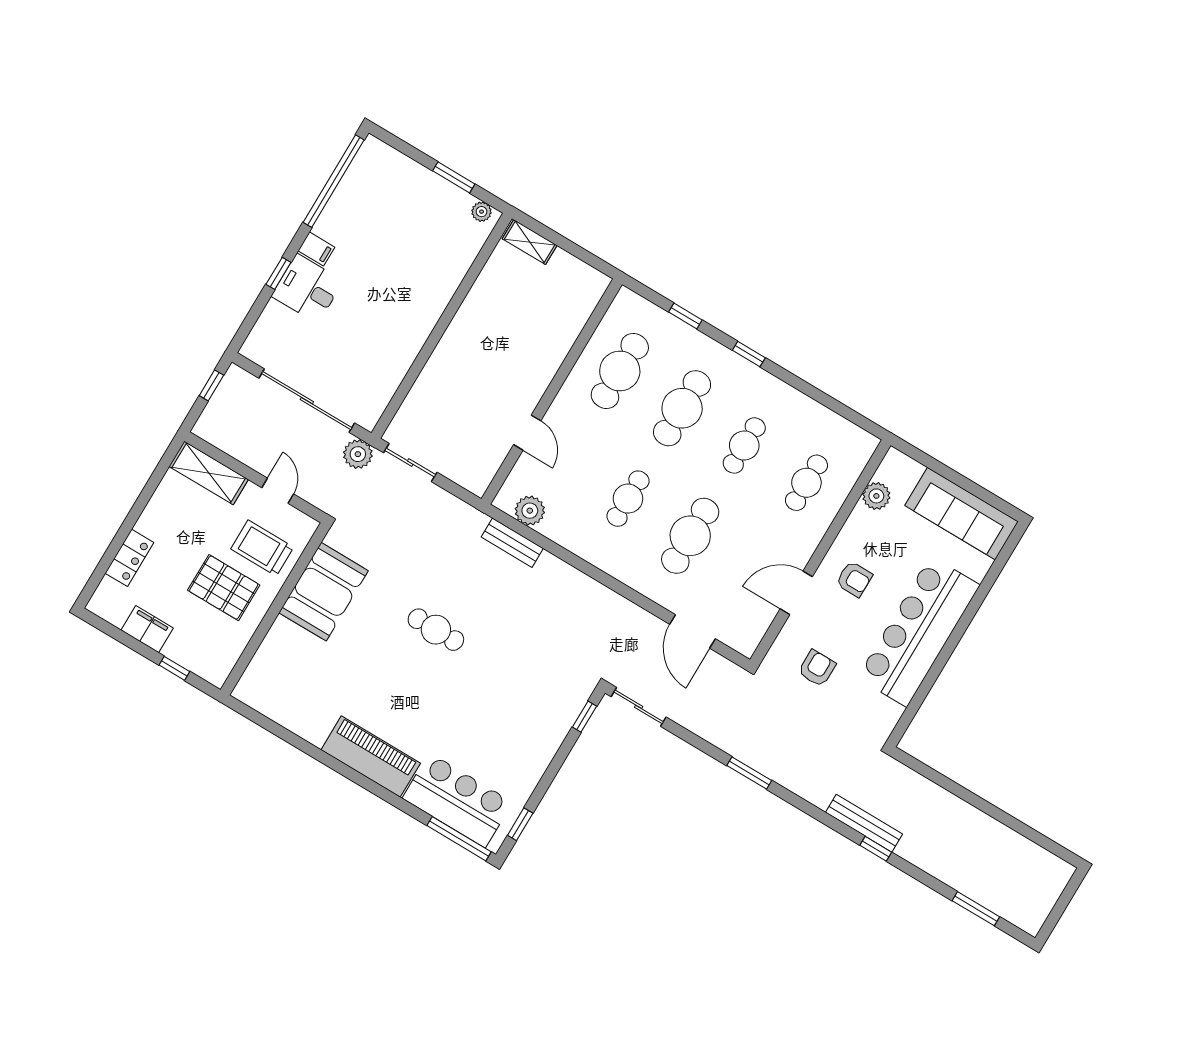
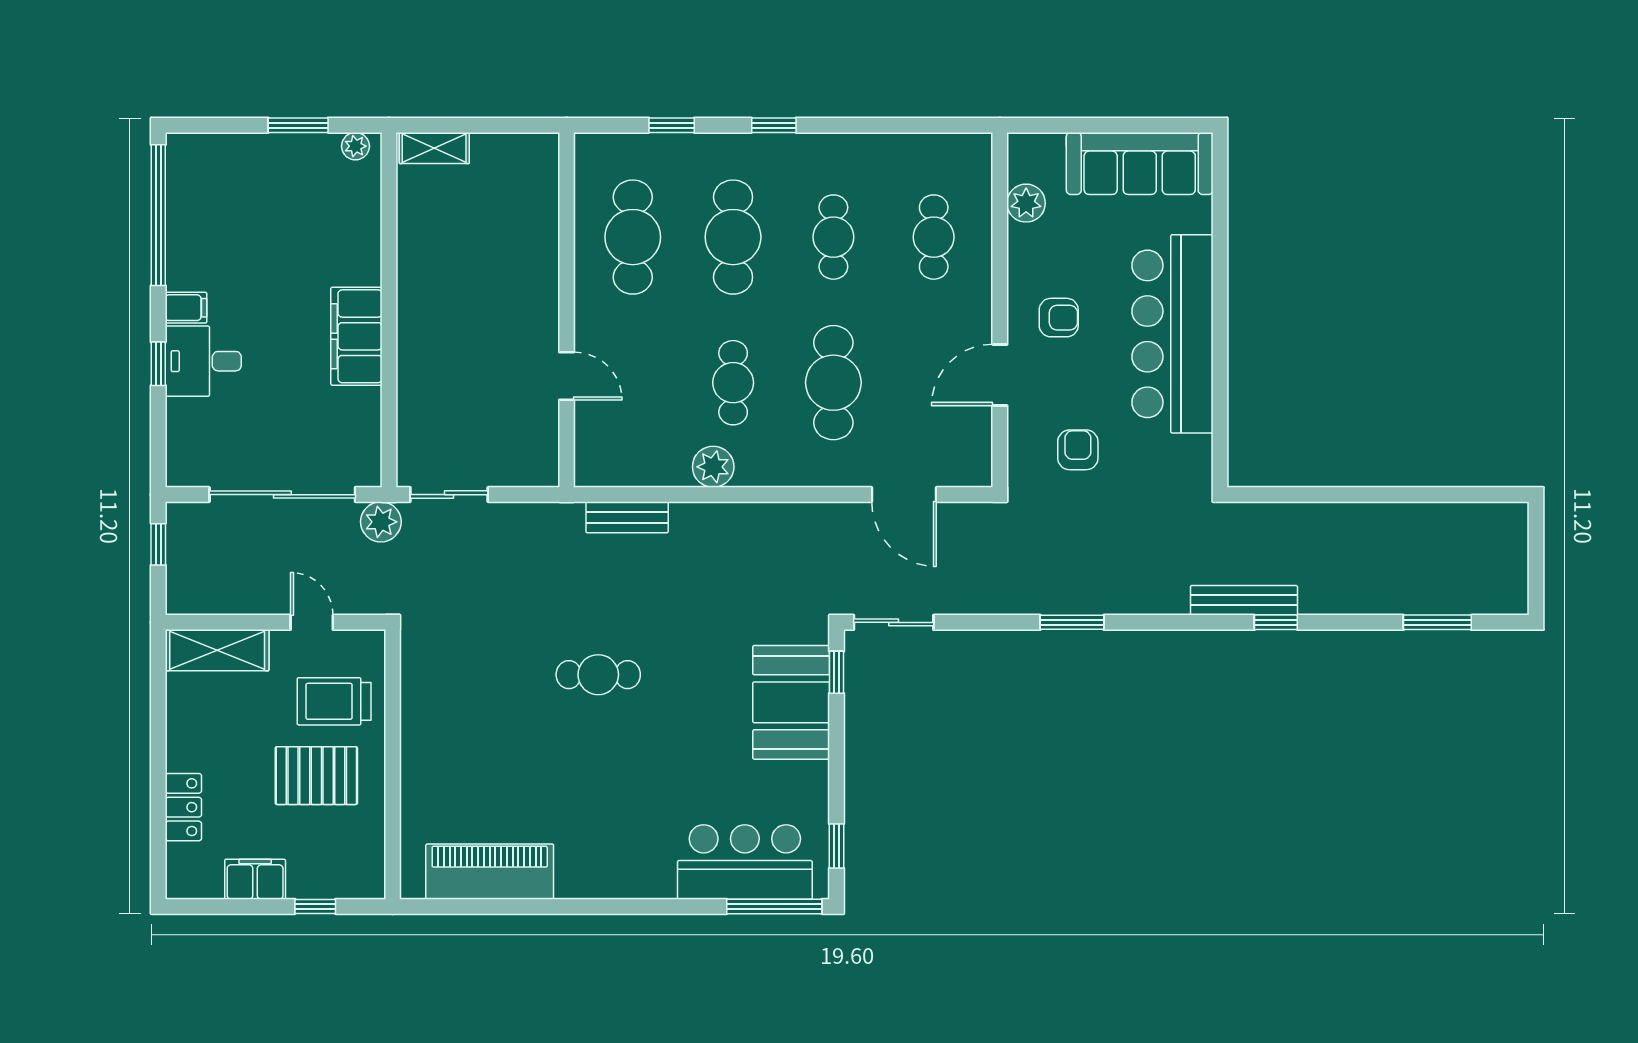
filing cabinet: (412, 330) -> (356, 336), added
plant: (530, 511) -> (713, 467), moved
booth: (324, 592) -> (791, 702), moved
piano: (371, 757) -> (490, 872), moved

